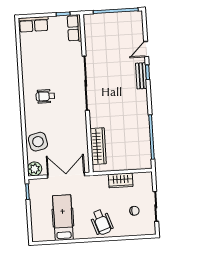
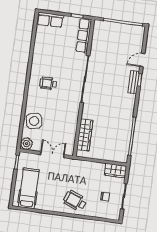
row of seats: (74, 28) -> (84, 36), width x1.48
double door: (66, 175) -> (52, 155), width x0.73
wardrobe: (121, 180) -> (116, 171), moved
hospital bed: (63, 218) -> (29, 188), moved
wheelchair: (102, 222) -> (75, 201), turned 130

